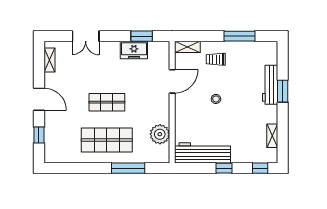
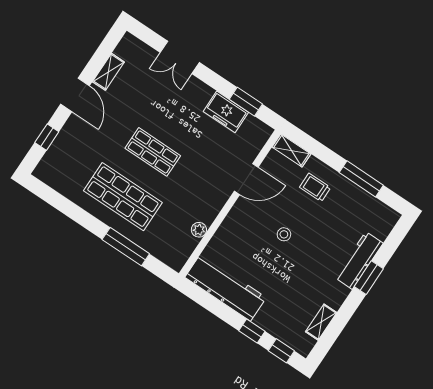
shelving: (50, 60) -> (108, 72), moved
plant: (160, 134) -> (199, 230), width x0.53, depth x0.53
window: (224, 168) -> (252, 331), moved

